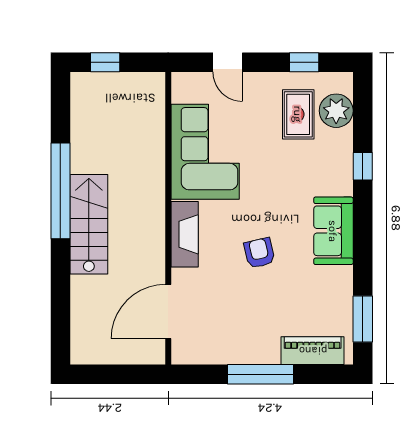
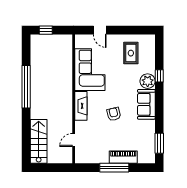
window: (304, 62) -> (133, 30), removed
plant: (336, 111) -> (148, 81), moved
stairs: (89, 224) -> (39, 141), moved
door: (168, 312) -> (74, 140), width x0.53
piano: (313, 351) -> (123, 157), moved

